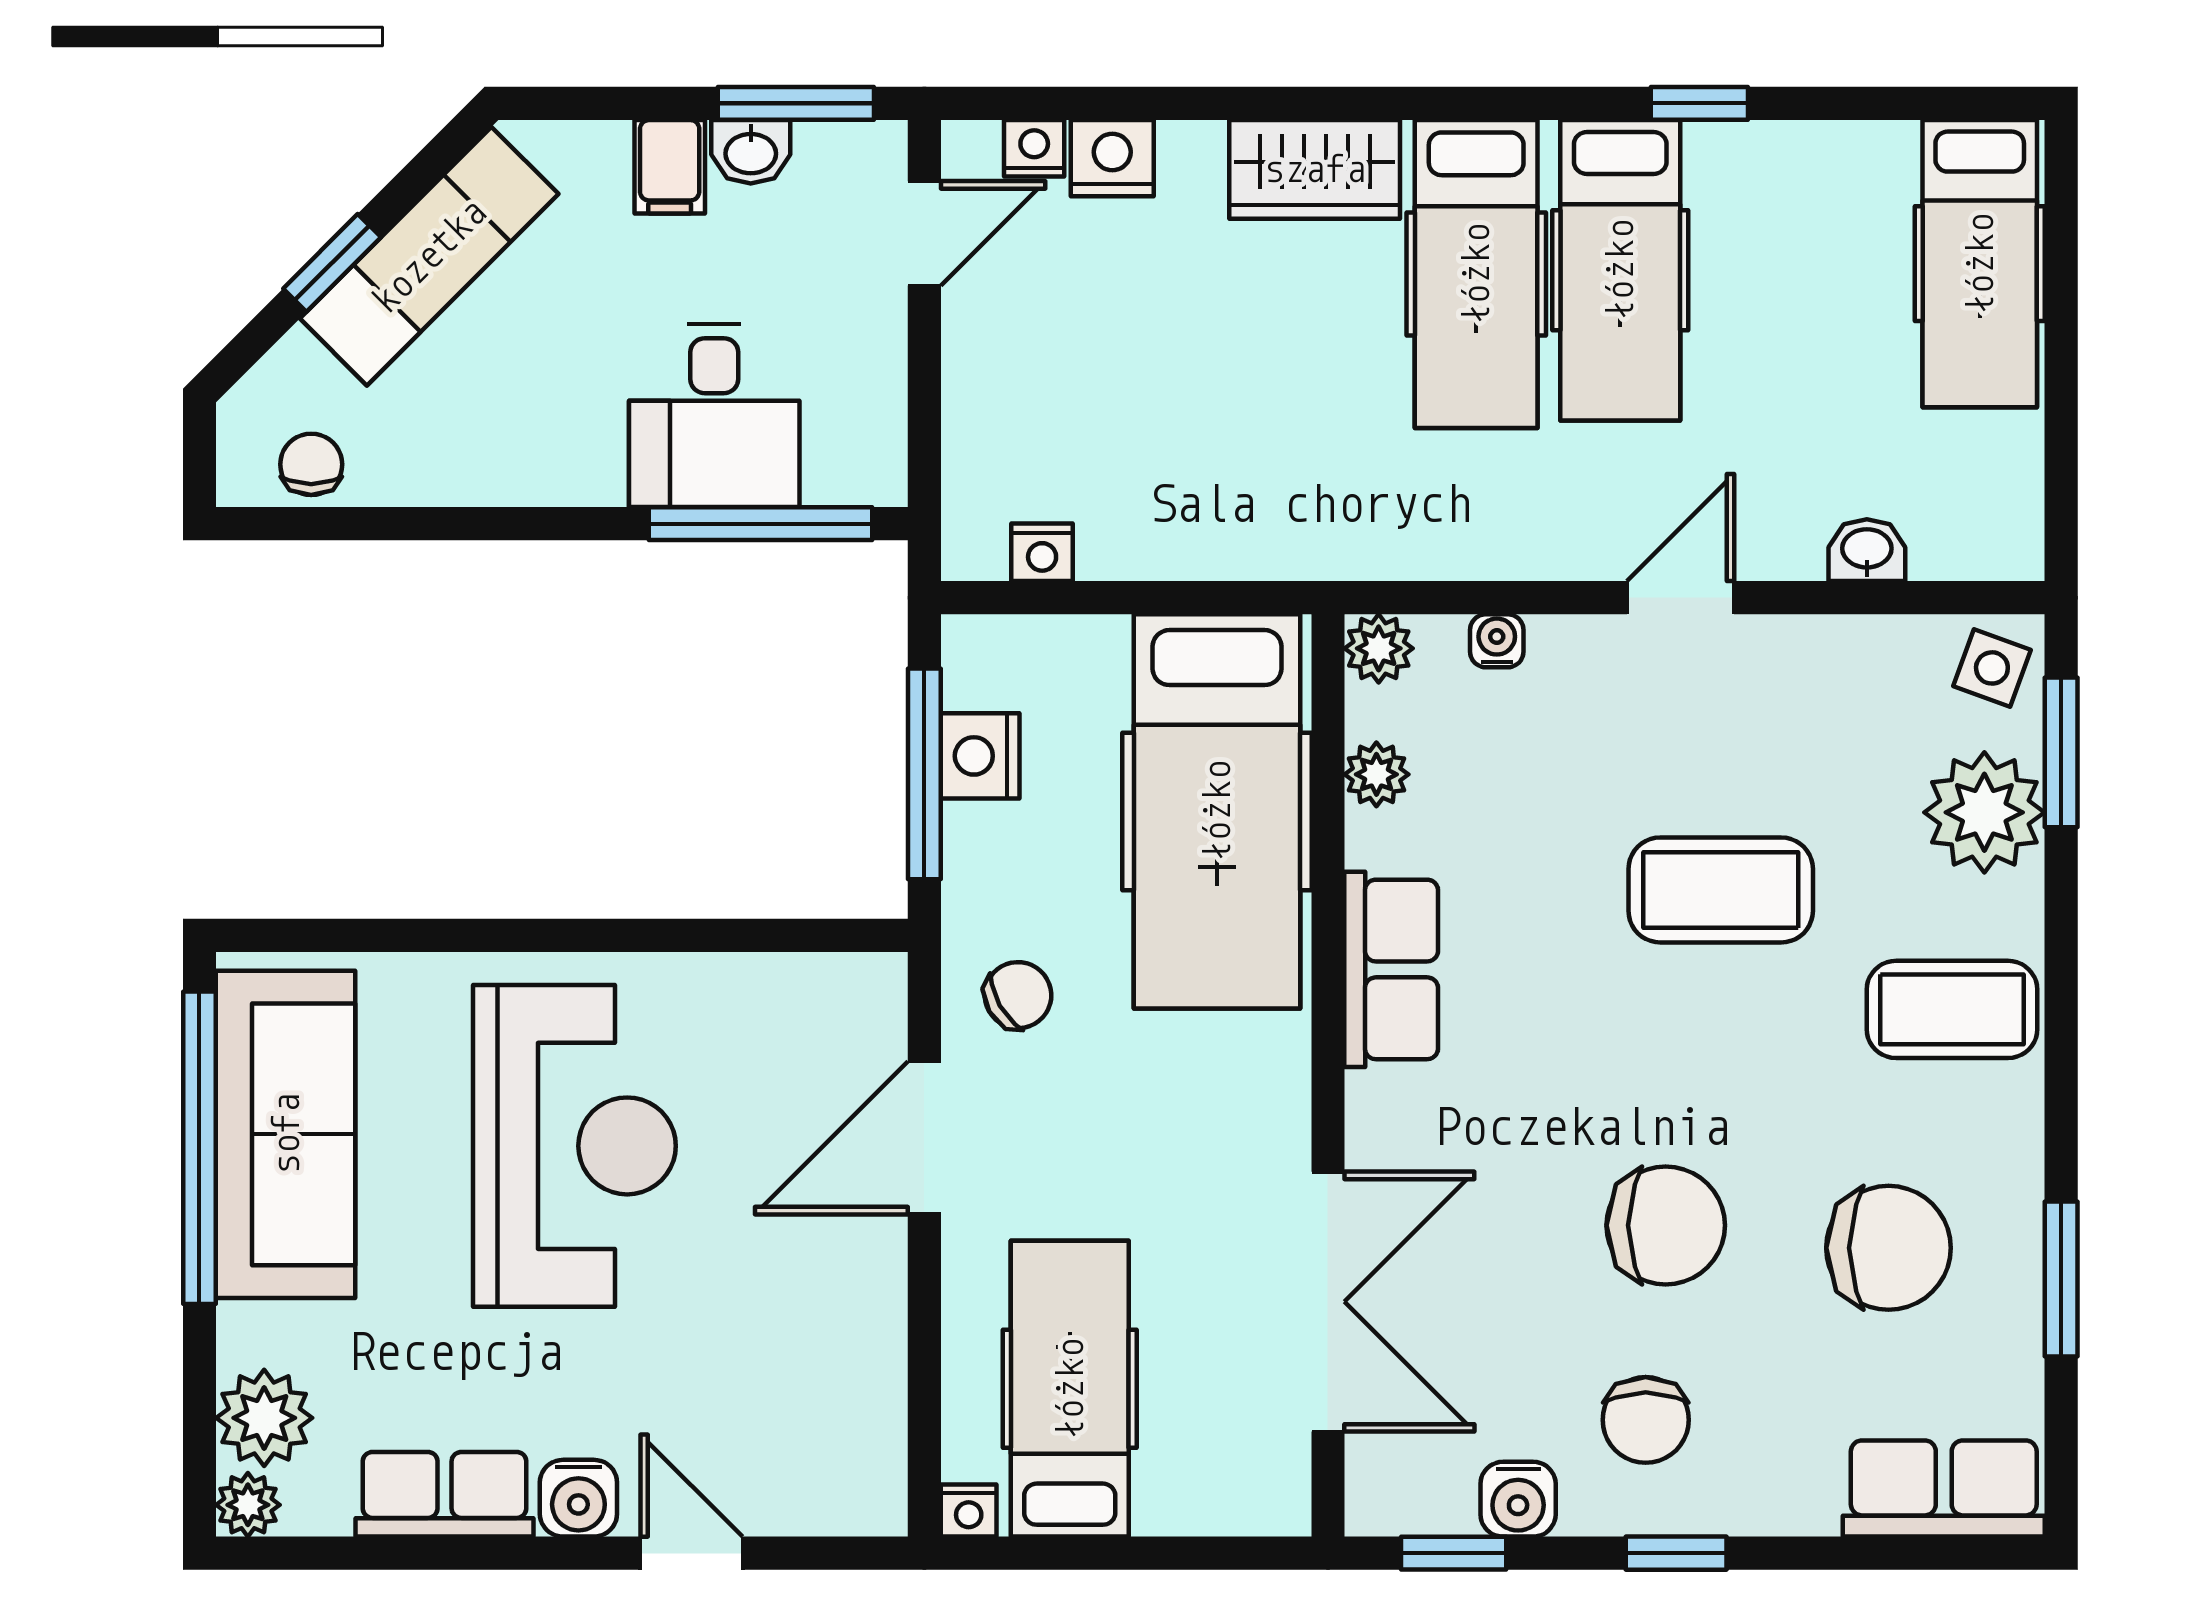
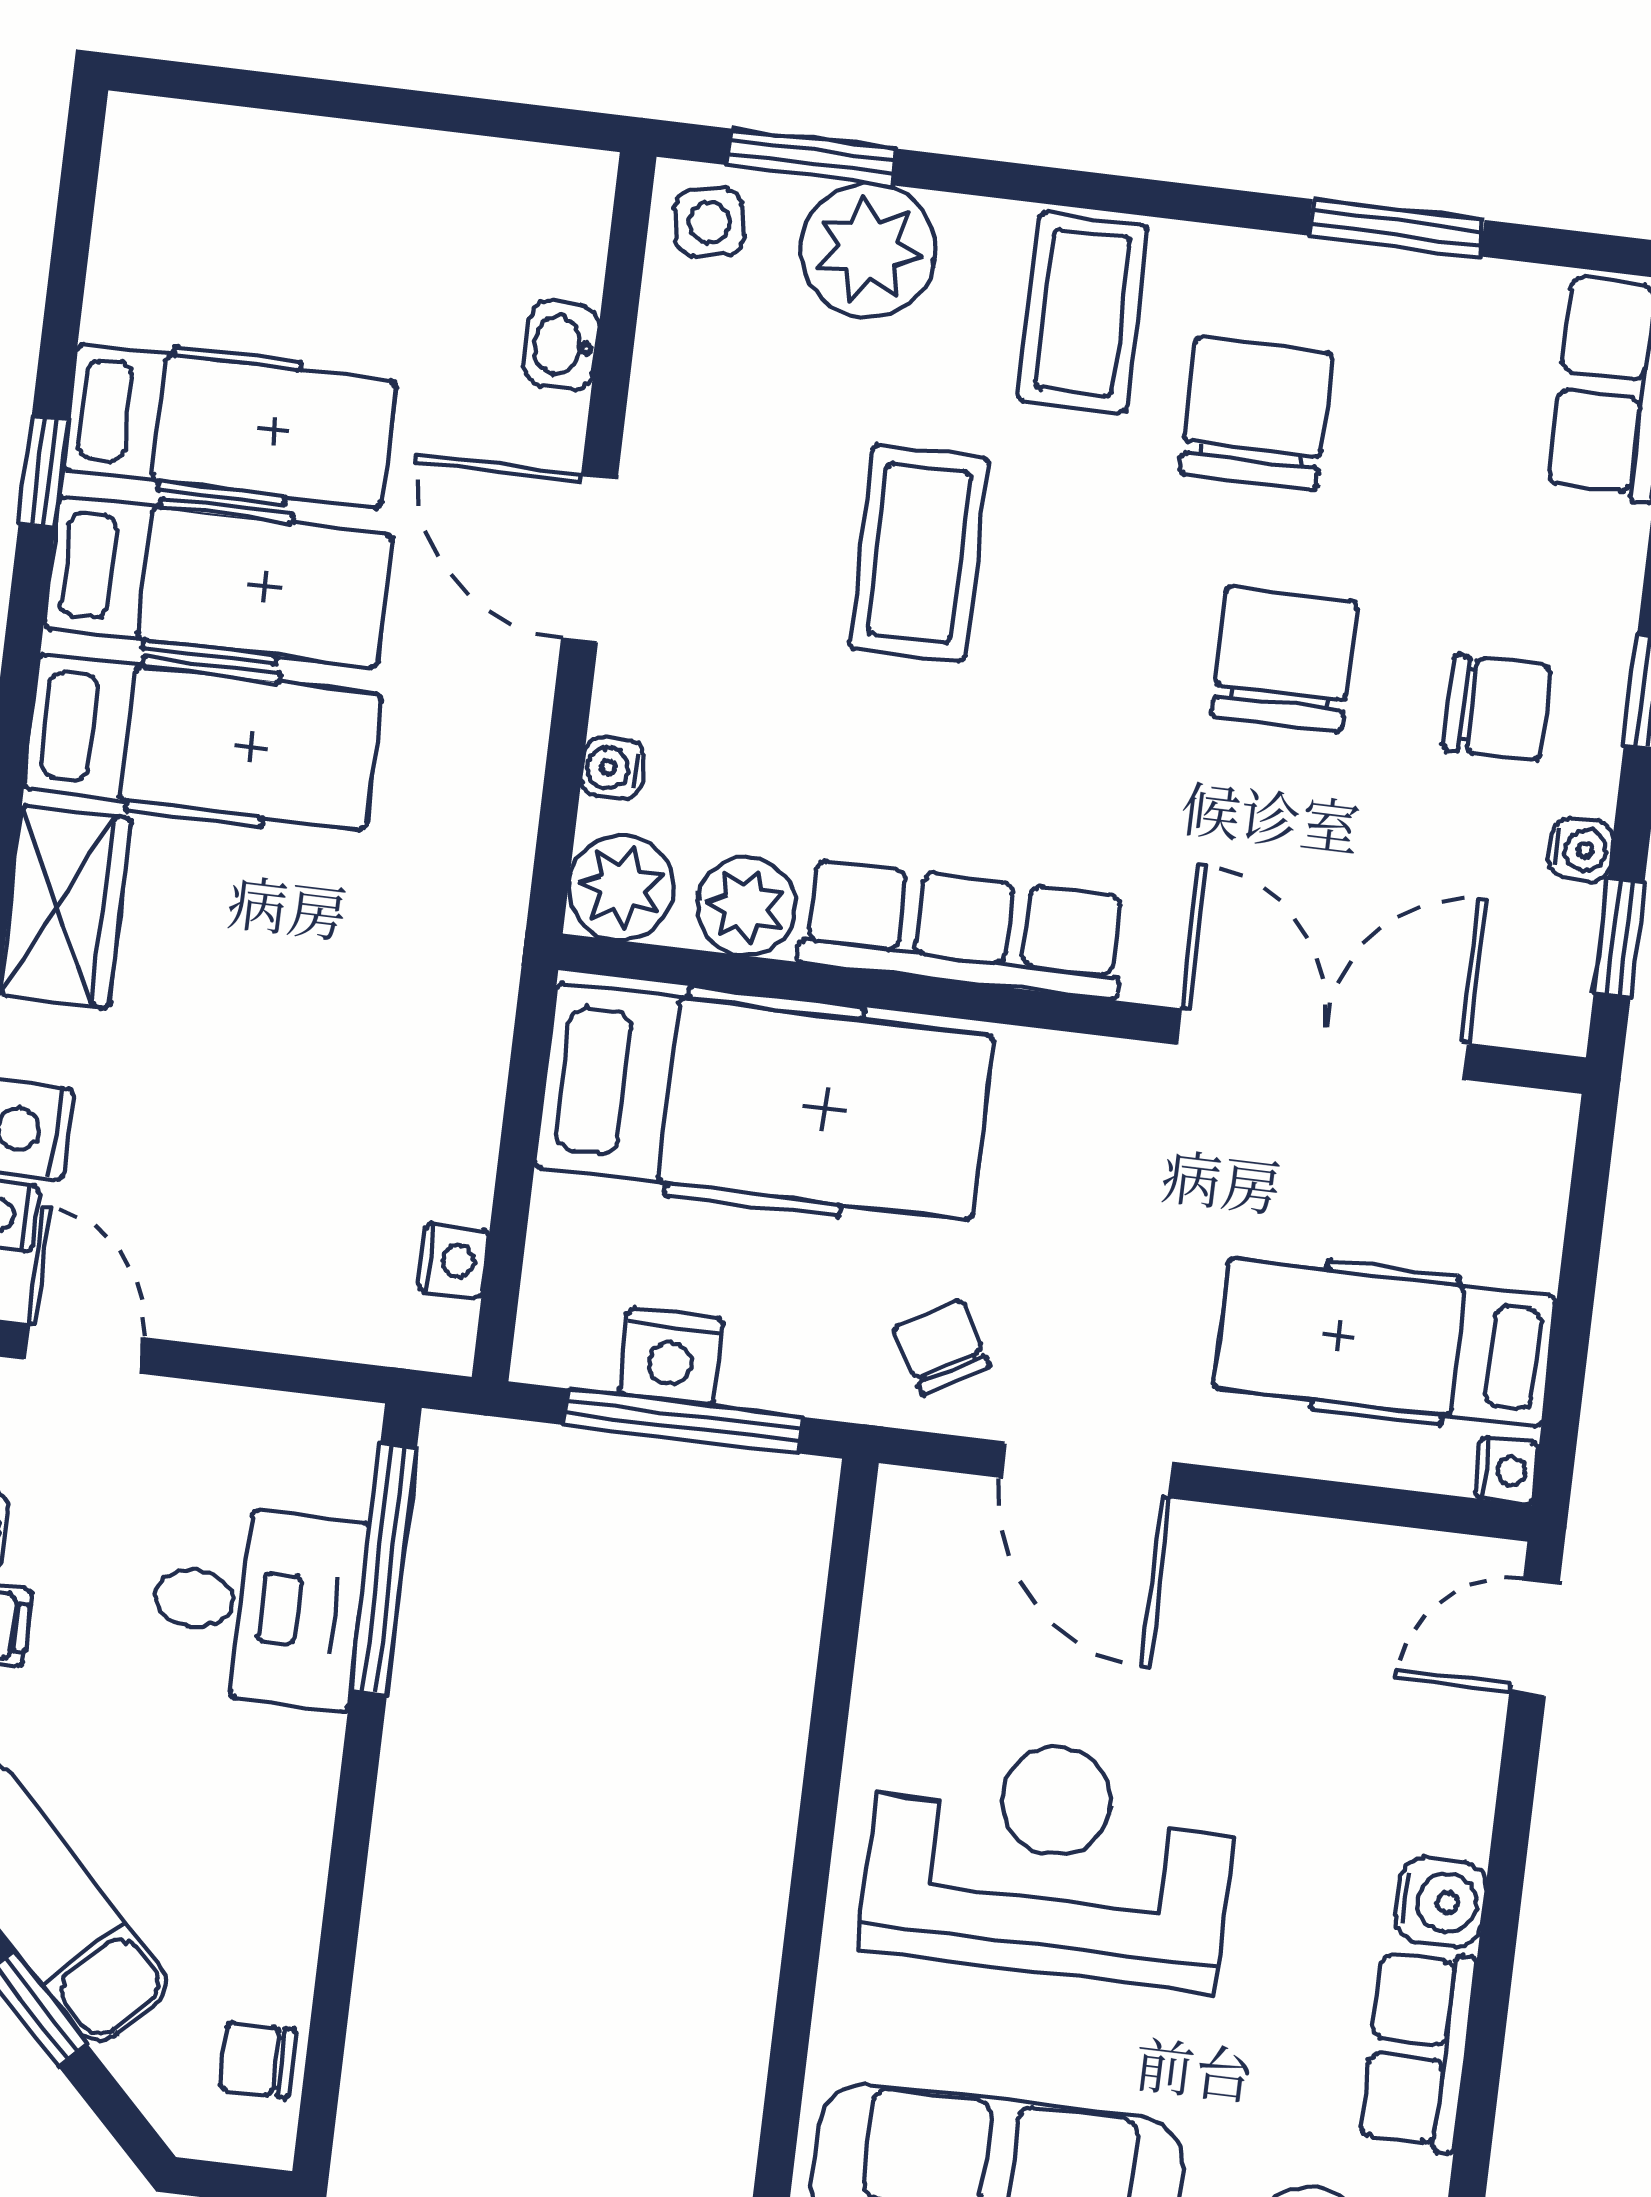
hospital bed: (1980, 264) -> (229, 426), moved
door: (1681, 598) -> (589, 558), width x1.38
plant: (1379, 648) -> (621, 888), width x1.38, depth x1.38
side table: (1992, 668) -> (709, 222), turned -30
plant: (1376, 774) -> (746, 906), width x1.38, depth x1.38
row of seats: (1391, 969) -> (963, 929), width x1.48
chair: (1889, 1248) -> (1256, 413), moved
water cooler: (1518, 1499) -> (1581, 850), width x0.72, depth x0.72
door: (691, 1553) -> (1534, 1637), moved

